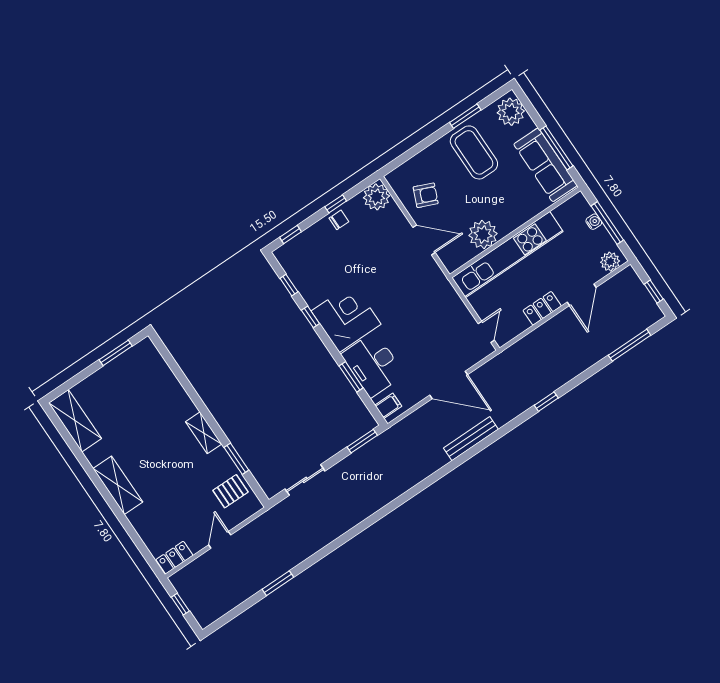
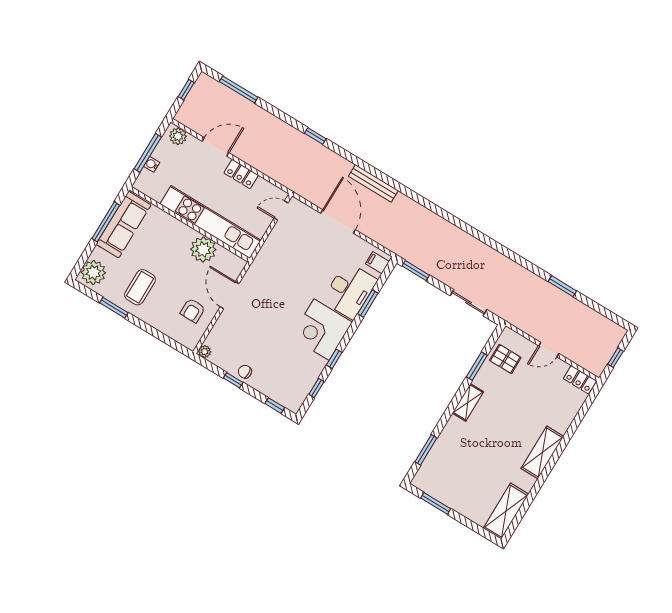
coffee table: (474, 152) -> (140, 287), width x0.73, depth x0.76
armchair: (426, 195) -> (193, 310), turned -113
plant: (376, 197) -> (205, 352), width x0.53, depth x0.53
window: (175, 368) -> (426, 450), added

